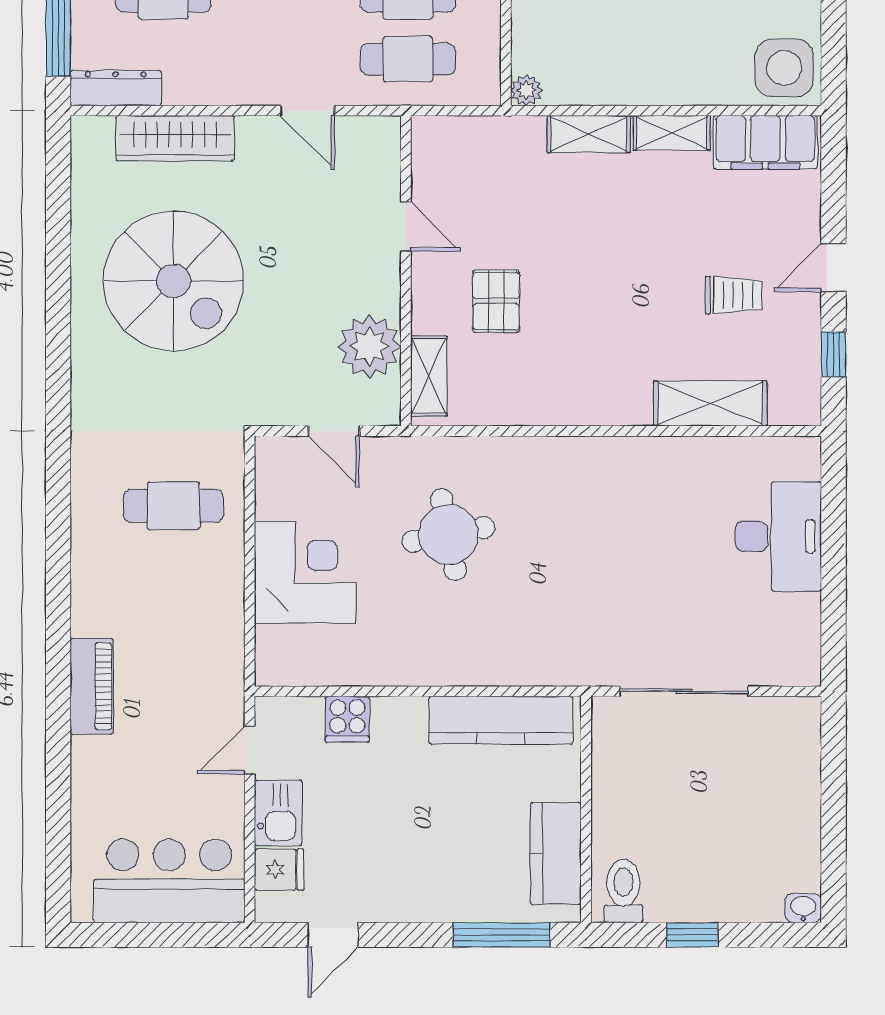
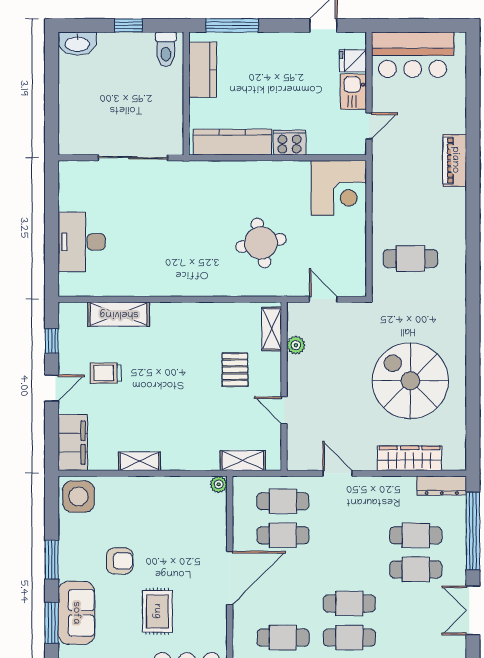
shelving: (589, 134) -> (243, 461), moved
filing cabinet: (765, 142) -> (73, 443), moved, turned 90
plant: (369, 346) -> (296, 345), width x0.53, depth x0.53
corner desk: (305, 573) -> (339, 188), moved, turned -90
cooker: (347, 719) -> (290, 143), moved, width x1.36
washbasin: (803, 908) -> (77, 44), width x1.91, depth x1.45

